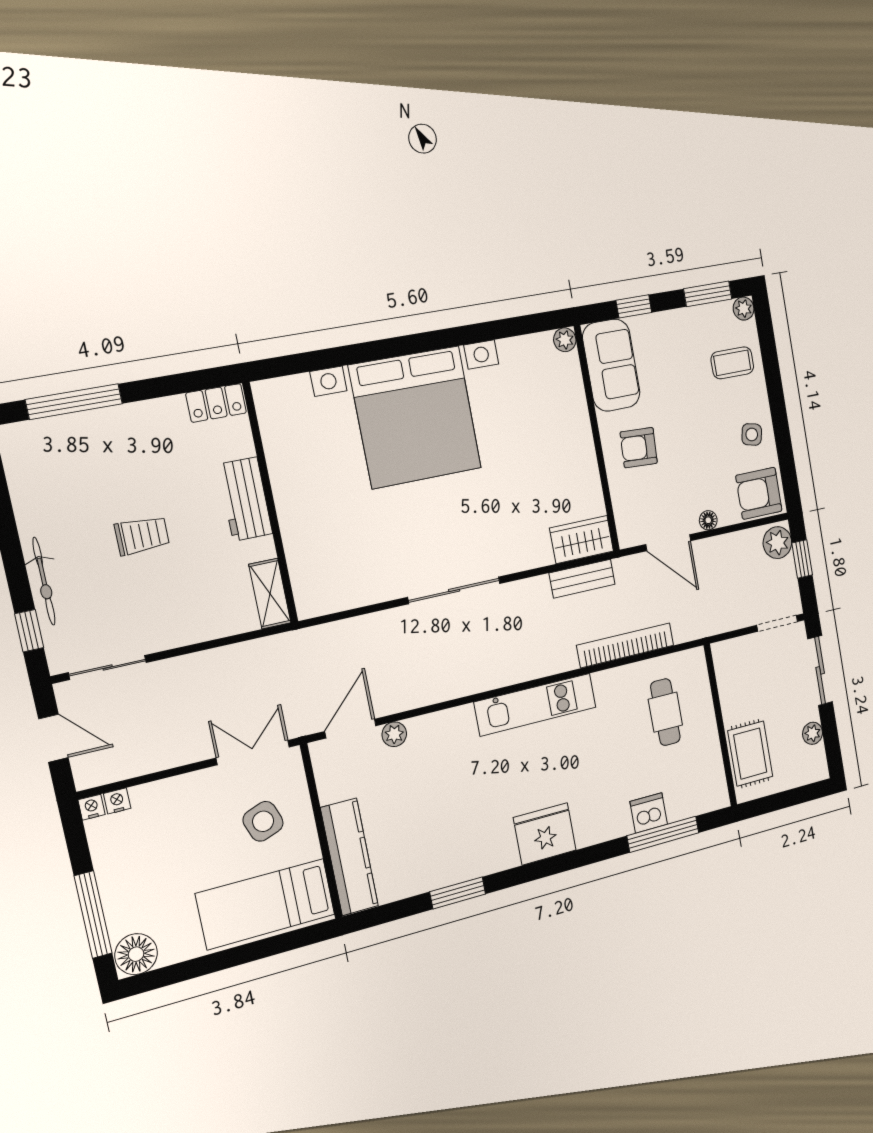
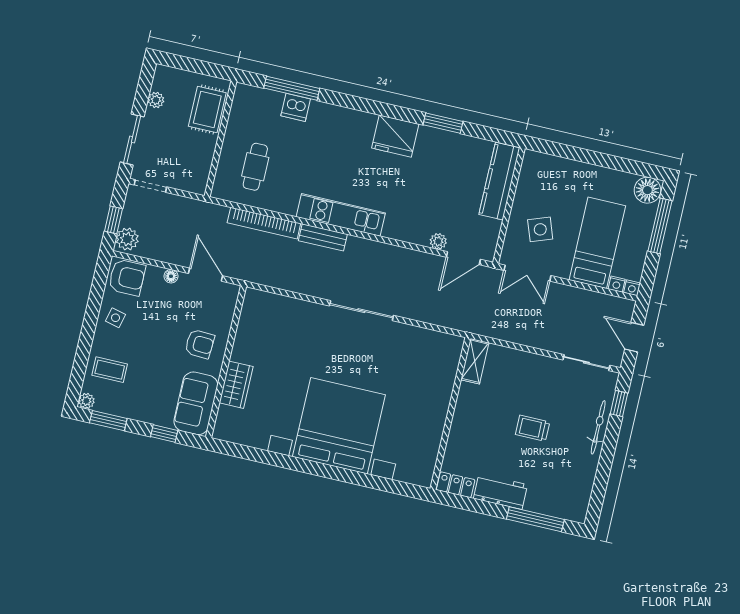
plant: (565, 340) -> (221, 432), removed
workbench: (245, 499) -> (500, 492), moved, turned -90
wardrobe: (582, 540) -> (236, 385), moved, turned -90
bench: (582, 579) -> (323, 237), moved
fridge: (545, 834) -> (395, 136), moved
bed: (266, 904) -> (597, 243), moved, turned -90

